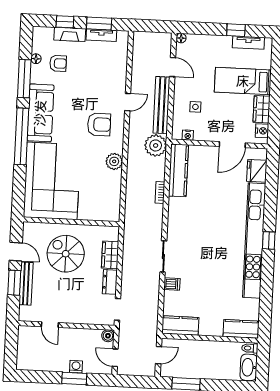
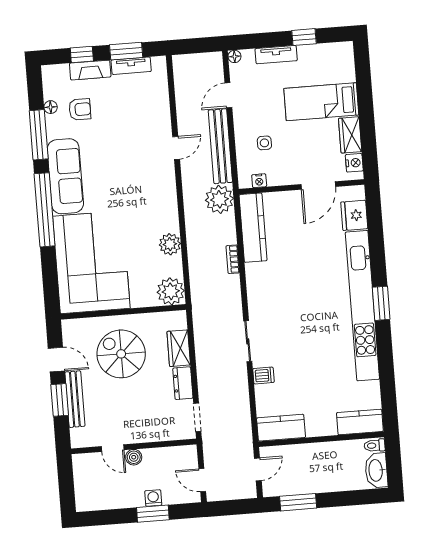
tv unit: (248, 43) -> (276, 55), moved
door: (173, 67) -> (228, 95), swing flipped
armchair: (99, 124) -> (143, 181), removed
plant: (114, 161) -> (170, 244), moved
plant: (109, 211) -> (171, 291), added
window: (269, 240) -> (381, 303), width x1.50
boiler: (108, 336) -> (134, 457), moved

